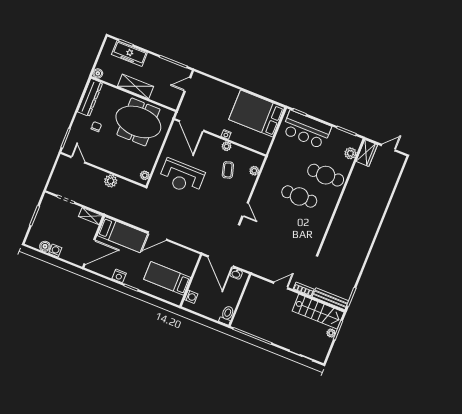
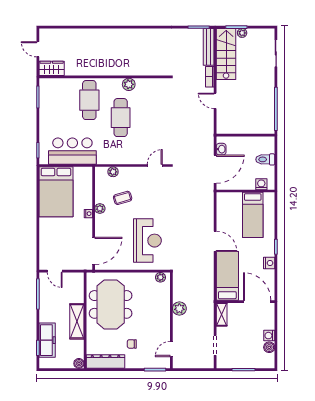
bar counter: (306, 130) -> (72, 151), moved, turned -90
plant: (350, 153) -> (129, 84), moved
toilet: (227, 315) -> (265, 159), moved

